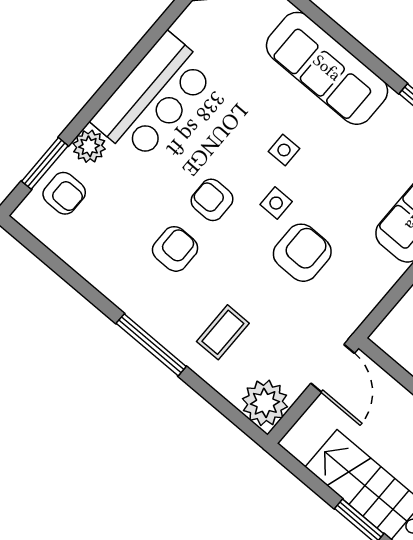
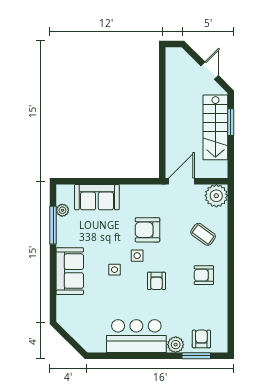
sofa: (327, 68) -> (70, 271), width x0.73
armchair: (175, 249) -> (204, 275), moved
coffee table: (223, 332) -> (203, 234), turned 36
window: (151, 345) -> (231, 257), removed

